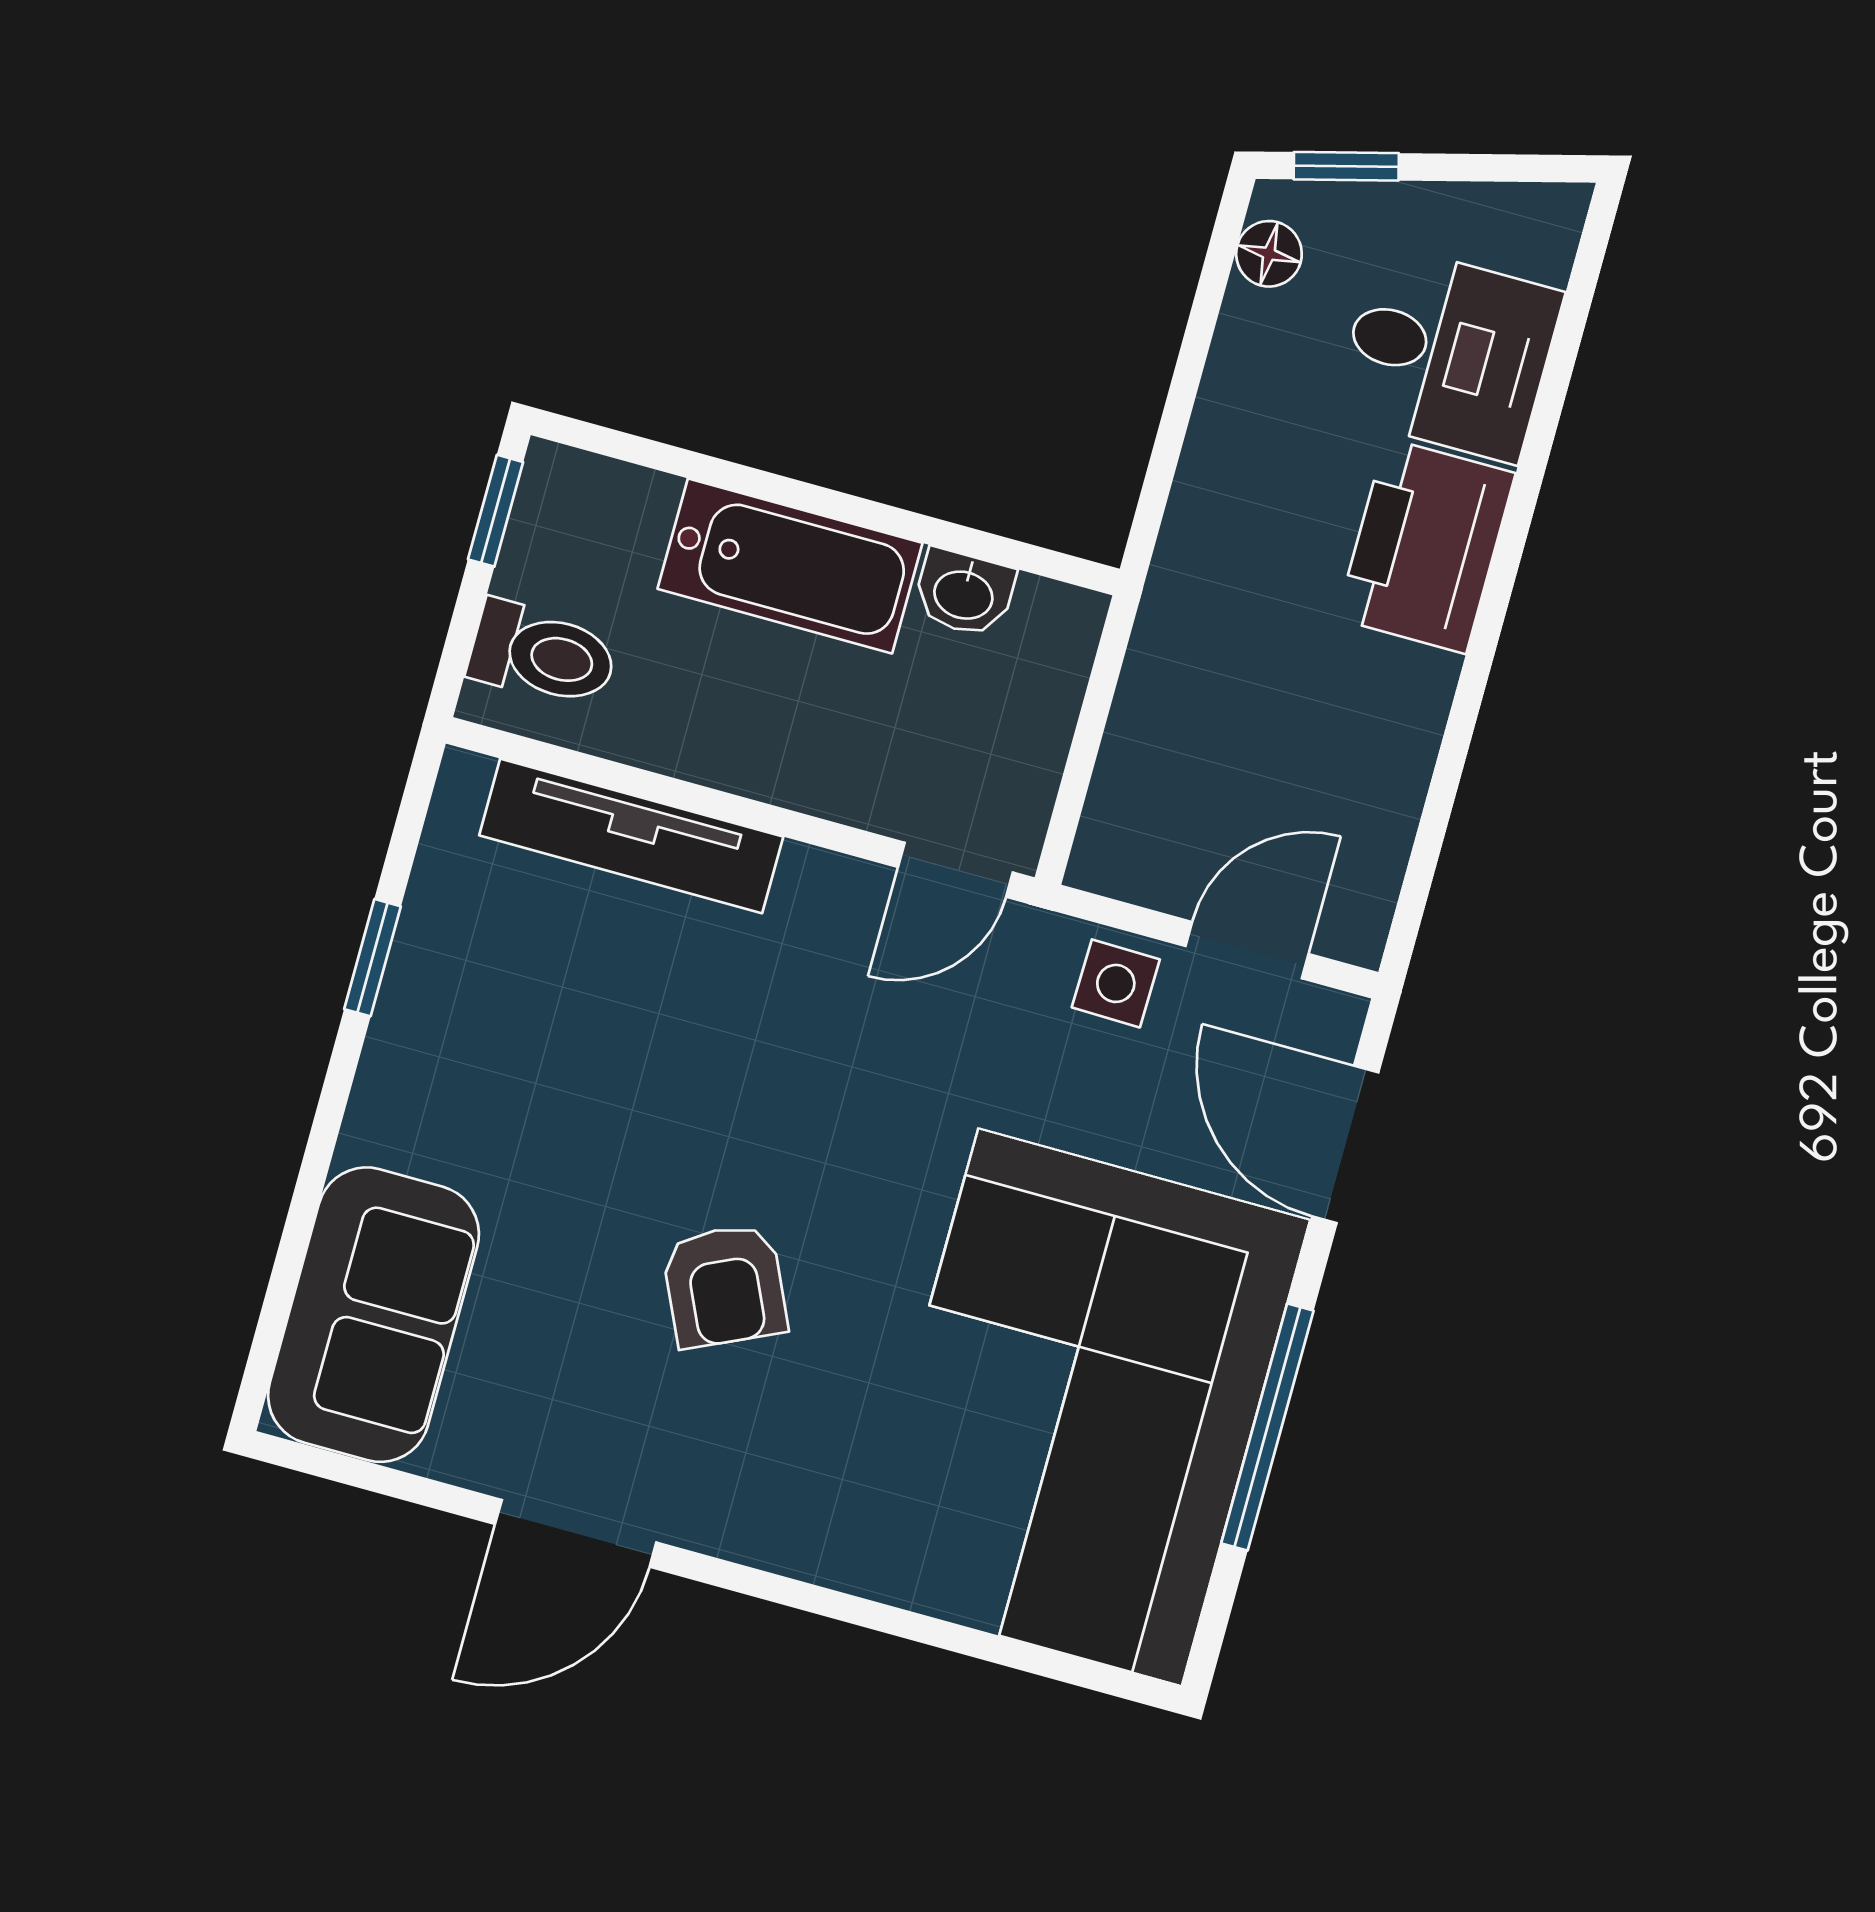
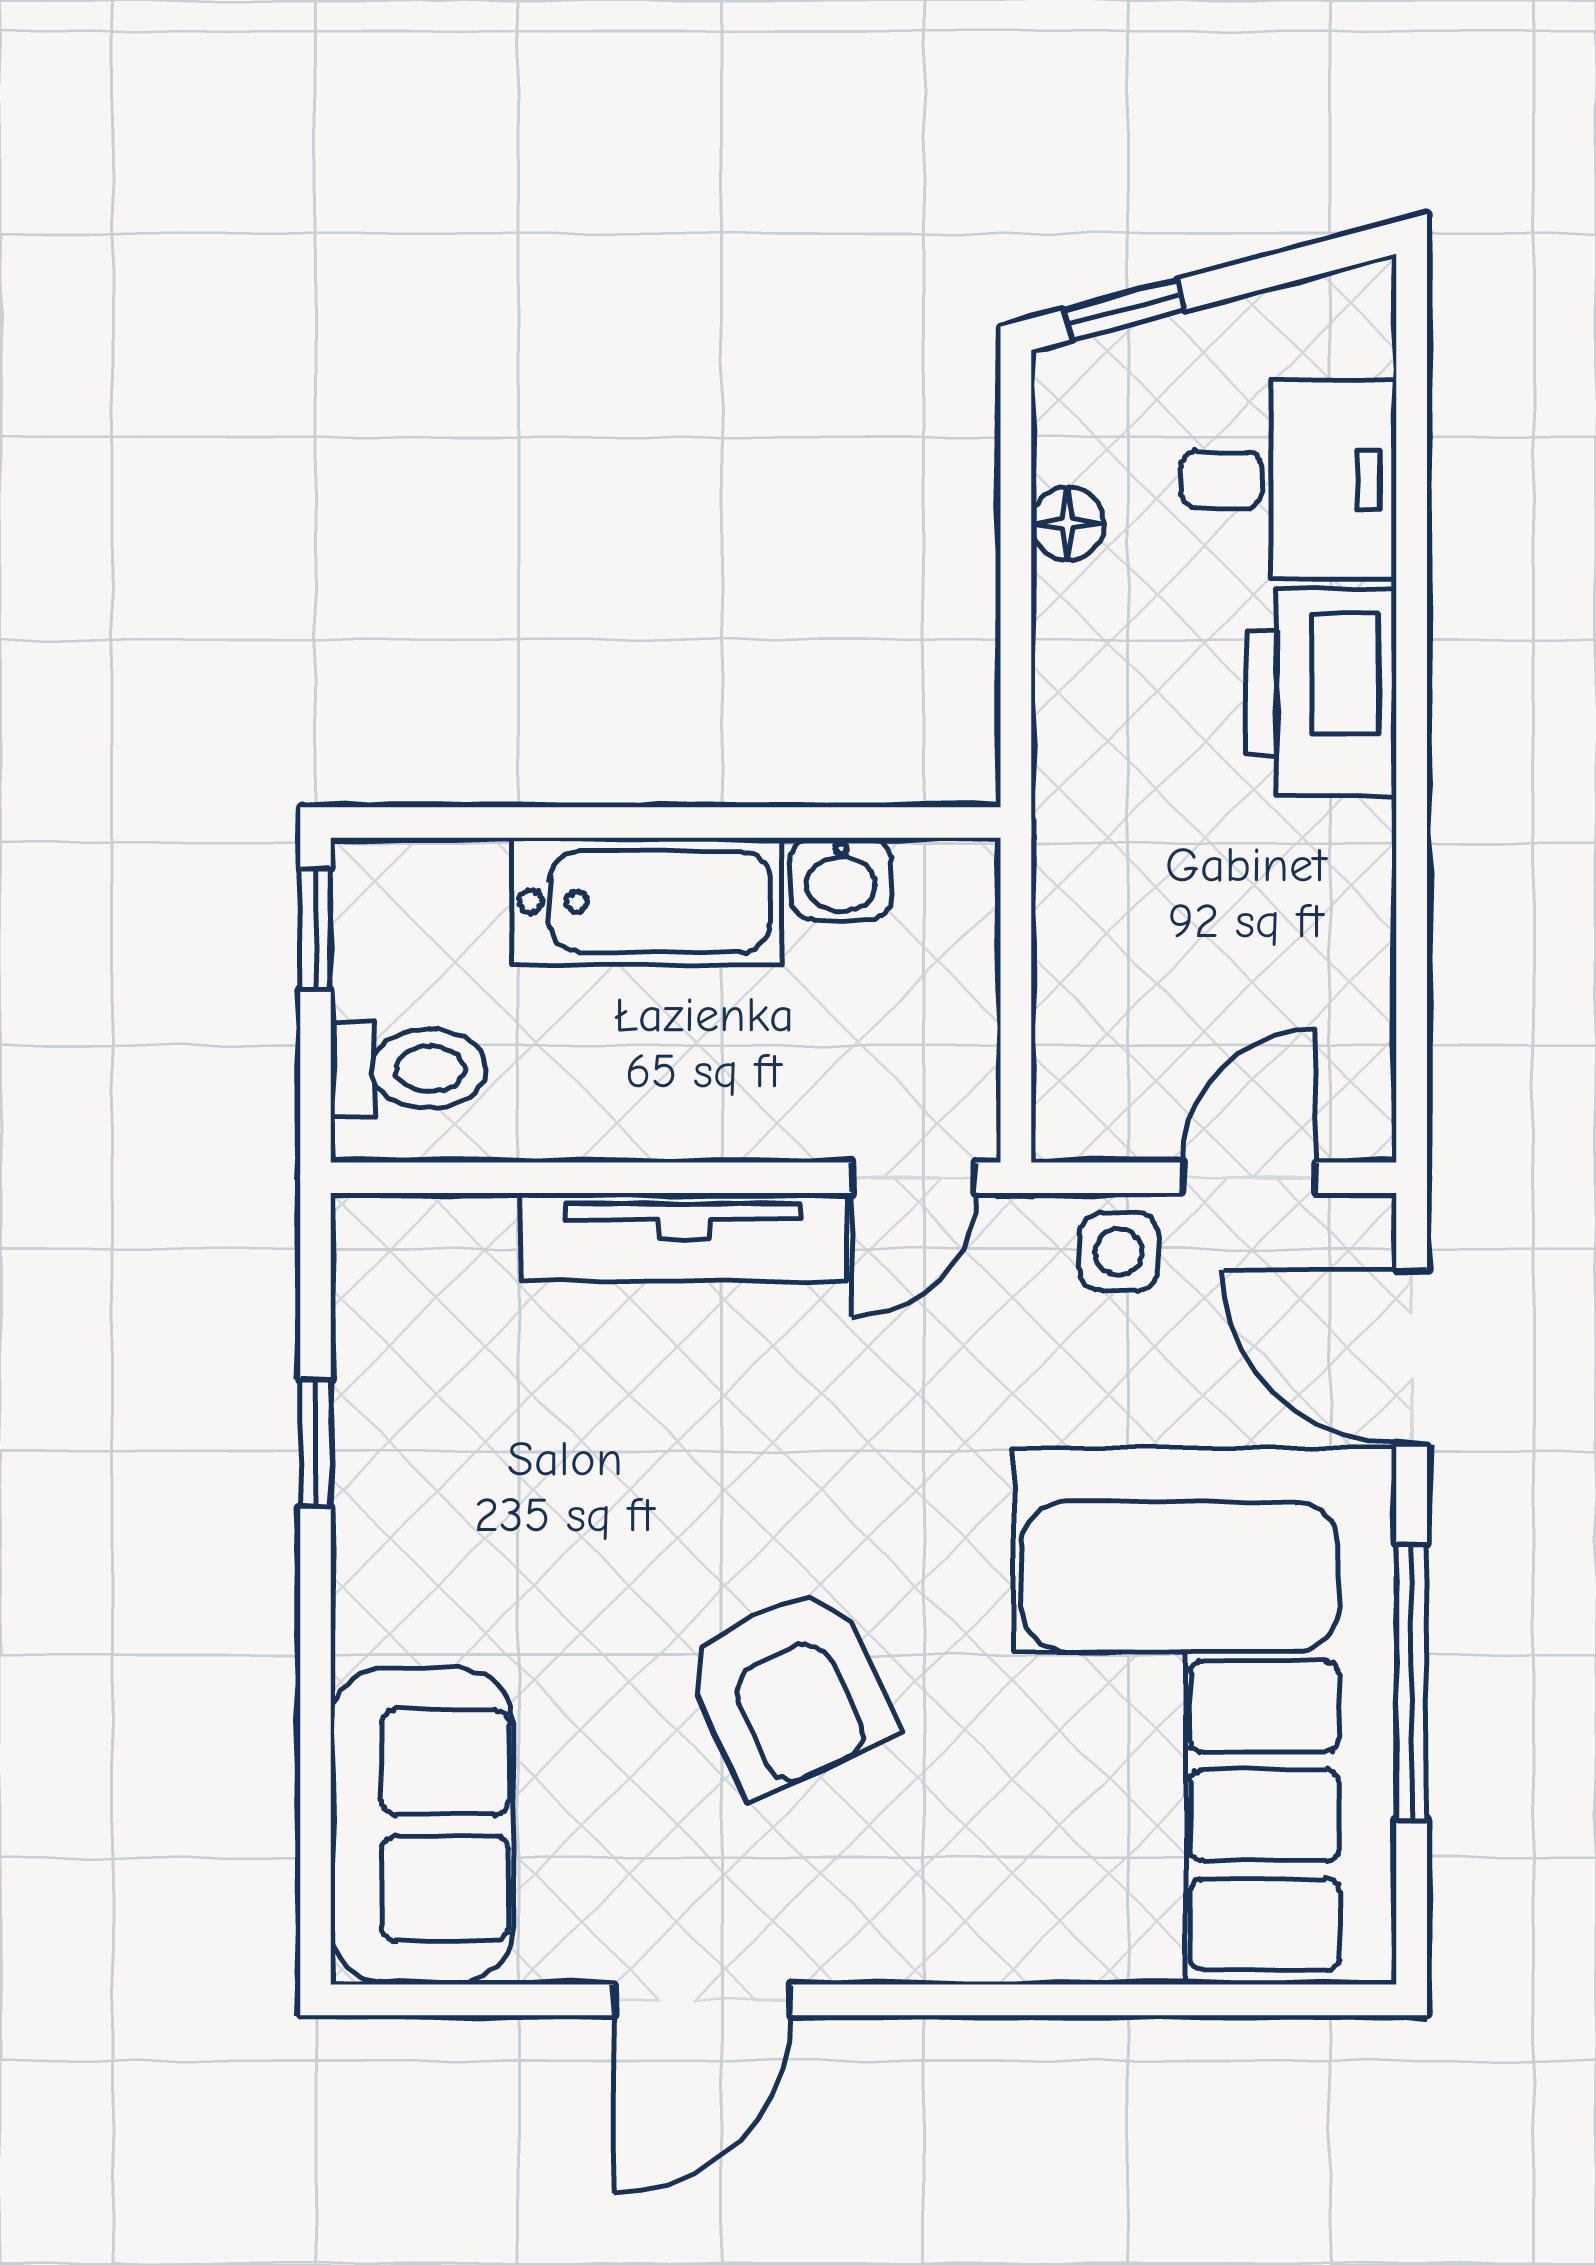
floor lamp: (1269, 254) -> (1067, 524), moved
tv unit: (631, 836) -> (684, 1237), moved
armchair: (725, 1286) -> (789, 1691), width x1.38, depth x1.38

